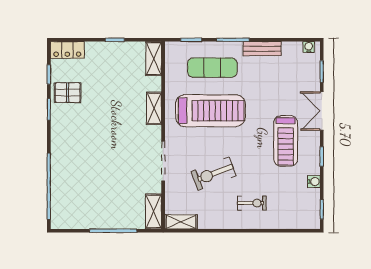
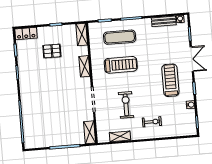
bench: (262, 49) -> (164, 21), moved
pallet: (68, 93) -> (52, 51), moved
treadmill: (210, 111) -> (121, 65), width x0.73, depth x0.73
double door: (322, 111) -> (192, 59), swing flipped
treadmill: (286, 141) -> (170, 80), turned 180
exercise bike: (214, 174) -> (126, 105), turned 111
shelving: (181, 222) -> (120, 136), moved

